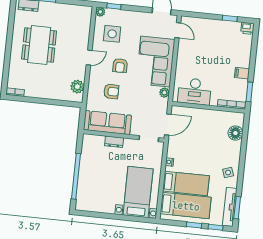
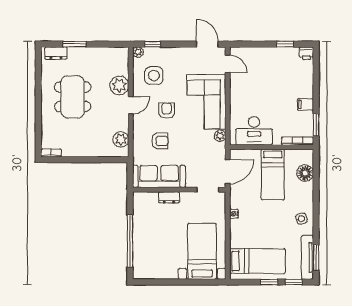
plant: (81, 39) -> (119, 85), added
armchair: (120, 66) -> (167, 111), turned 180
bed: (186, 183) -> (273, 175), moved, turned 90

